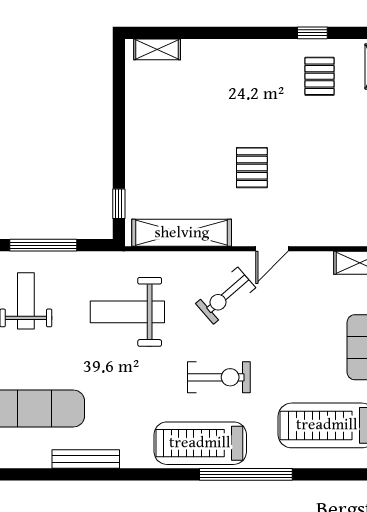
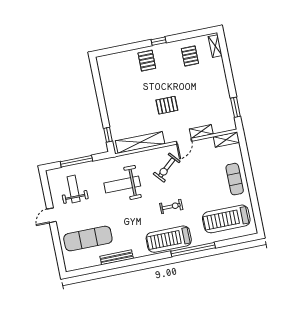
window: (312, 33) -> (159, 41), moved
shelving: (157, 49) -> (201, 132), moved
pallet: (229, 68) -> (147, 61), added
pallet: (252, 168) -> (167, 105), turned 90
exercise bike: (219, 377) -> (171, 207), width x0.73, depth x0.72

